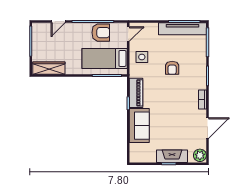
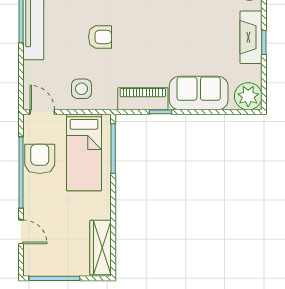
plant: (137, 155) -> (248, 96), added

